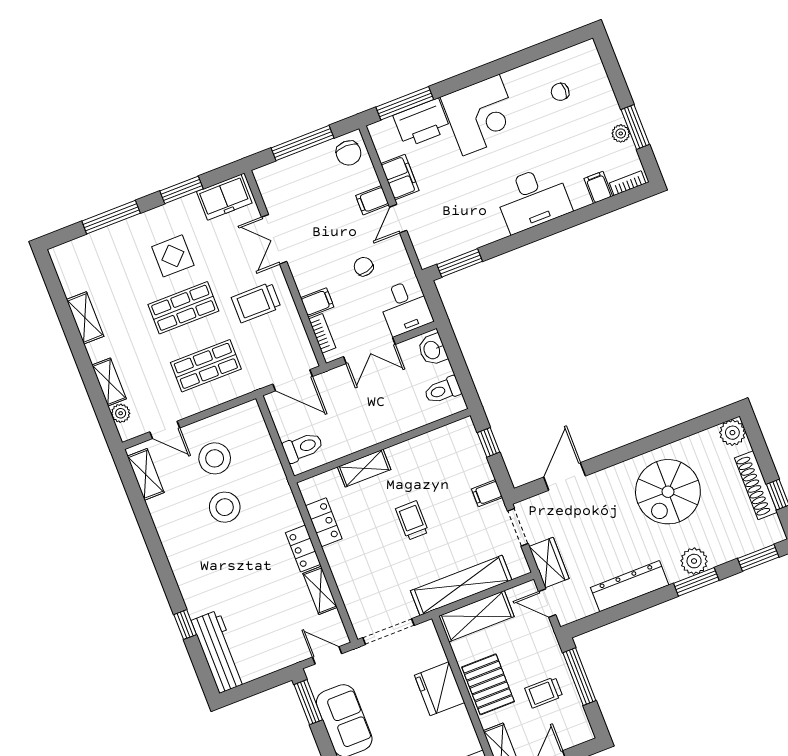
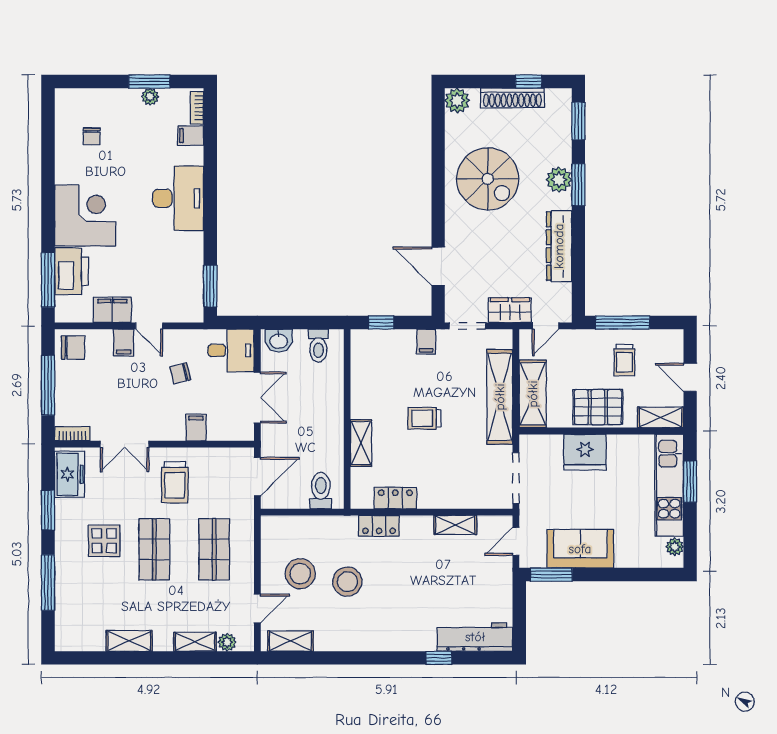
bookcase: (322, 333) -> (72, 434), moved
locker: (303, 549) -> (379, 526), moved

